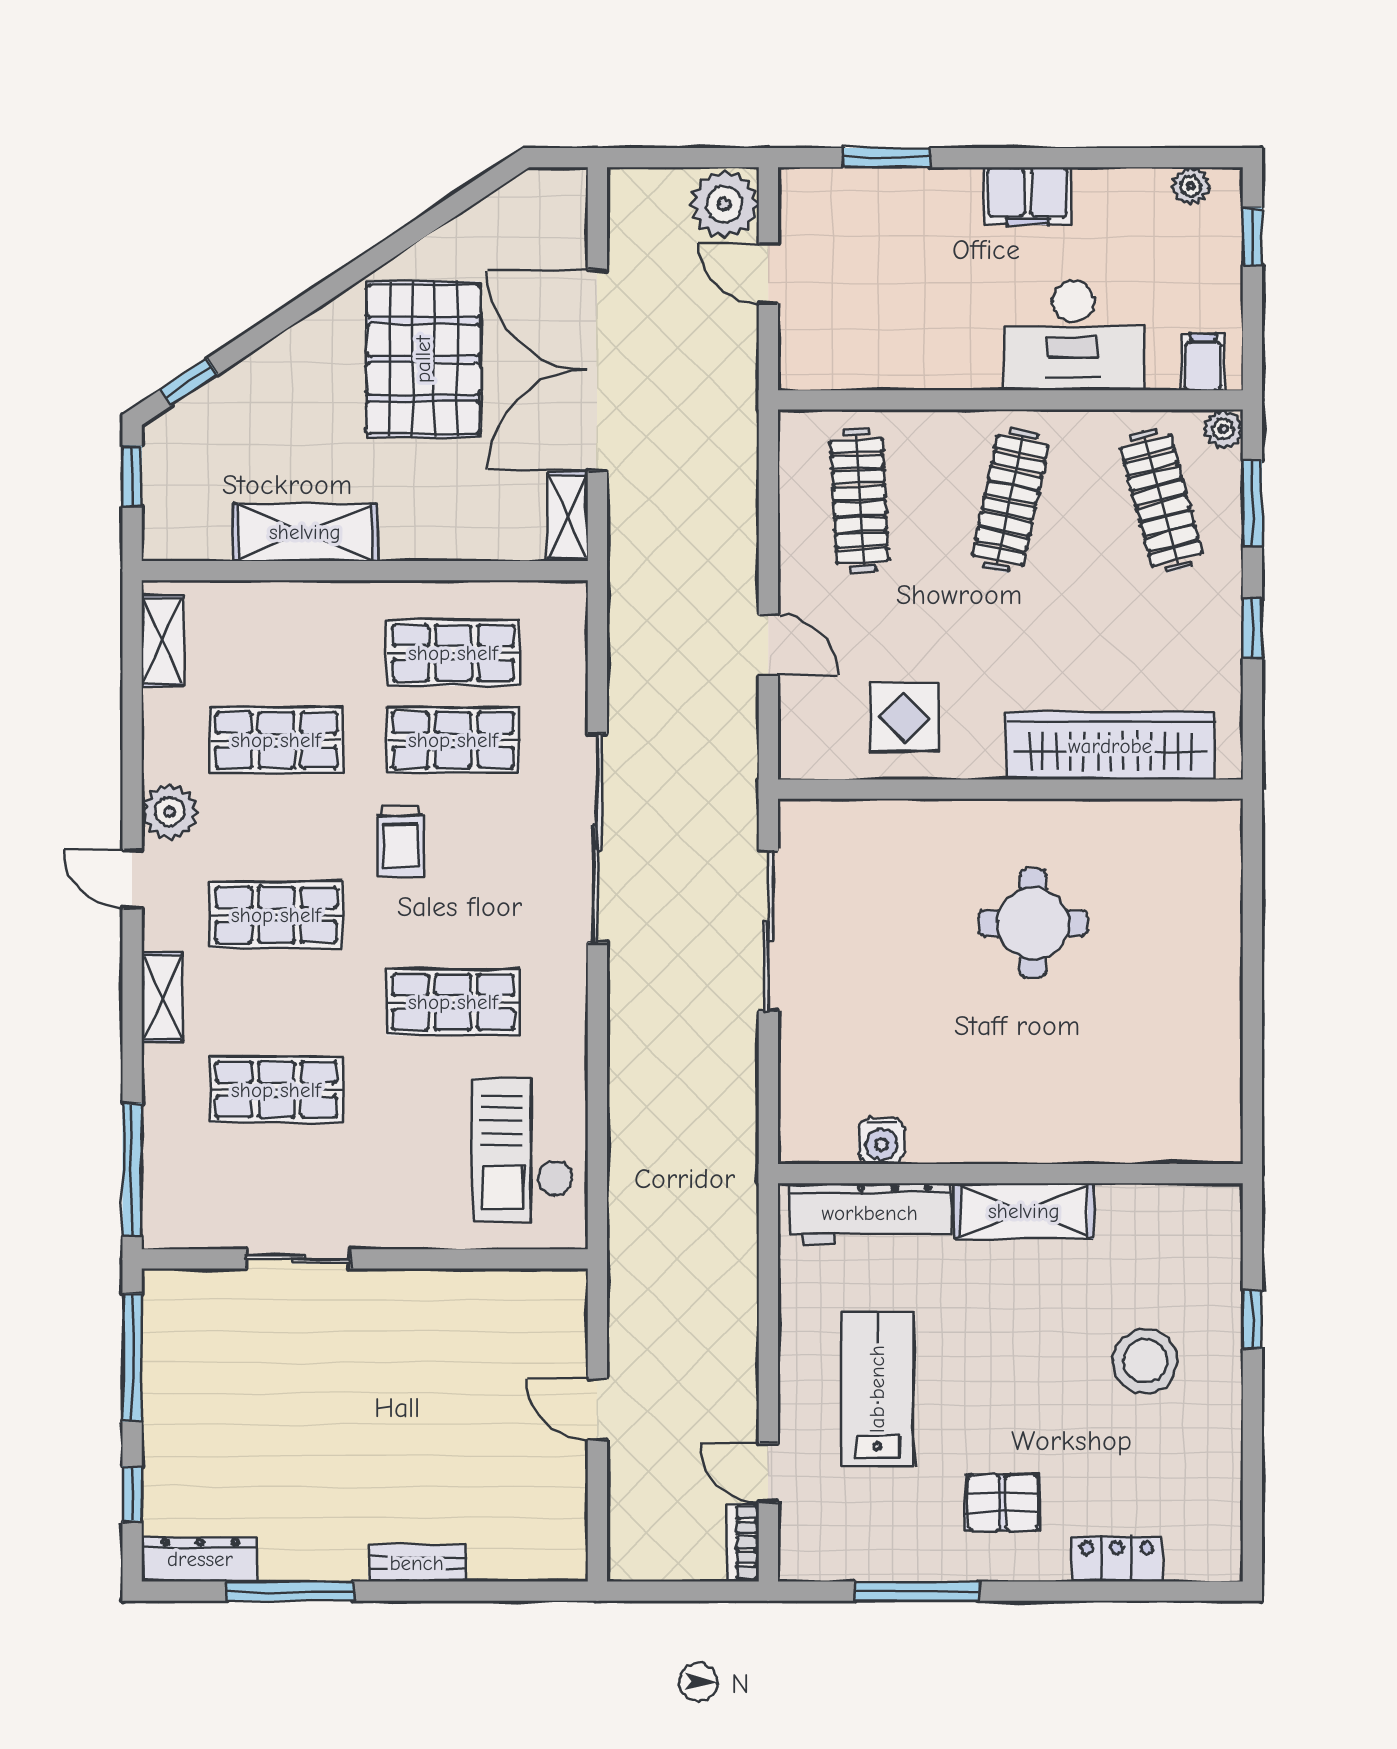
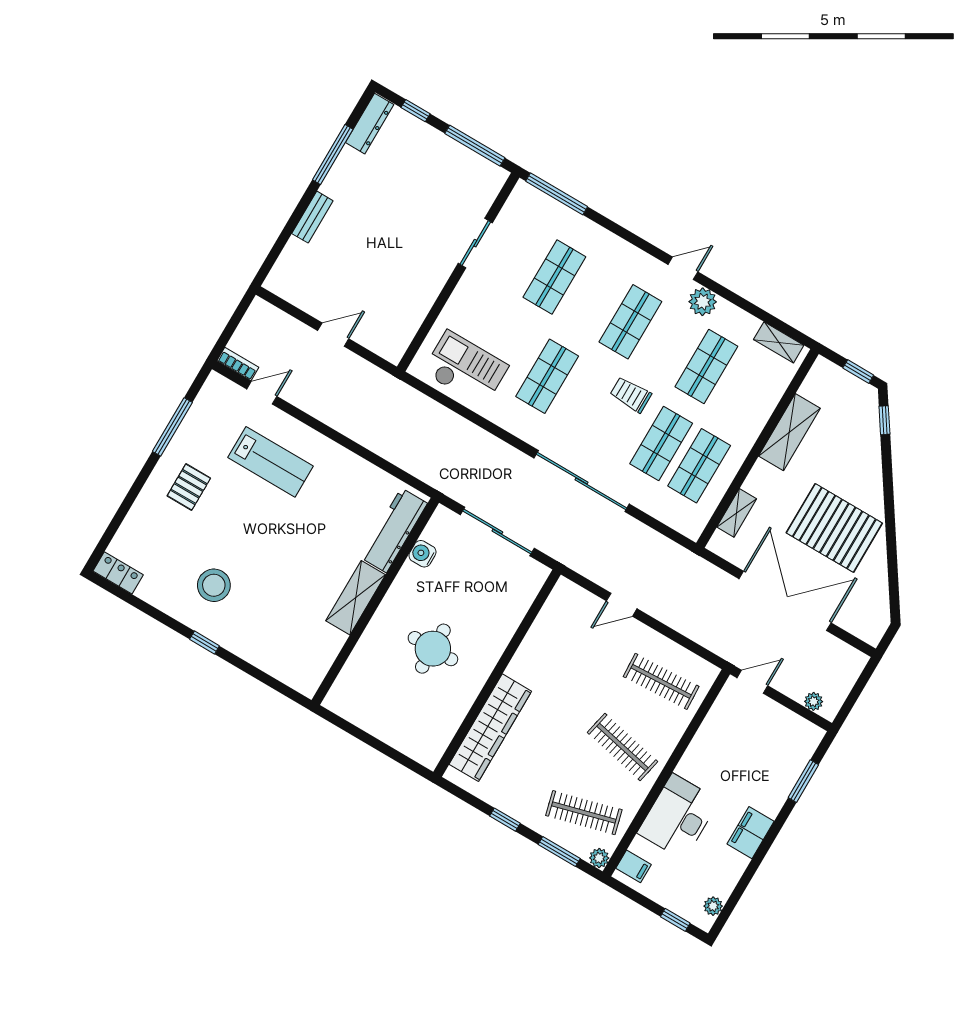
plant: (724, 204) -> (814, 701), width x0.53, depth x0.53
door: (768, 274) -> (752, 682), moved
shelving: (568, 517) -> (737, 513), moved, turned 90
display table: (904, 717) -> (555, 645), removed
shelving: (162, 997) -> (624, 251), removed
water cooler: (882, 1141) -> (423, 554), moved
wall: (1010, 1174) -> (375, 601), moved
shelving: (1024, 1211) -> (356, 598), moved
workbench: (870, 1213) -> (394, 530), moved
locker: (1117, 1559) -> (118, 573), moved, turned -90

